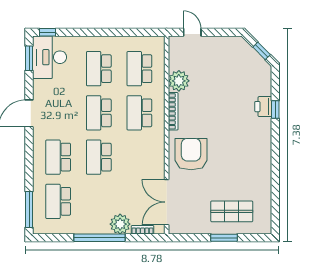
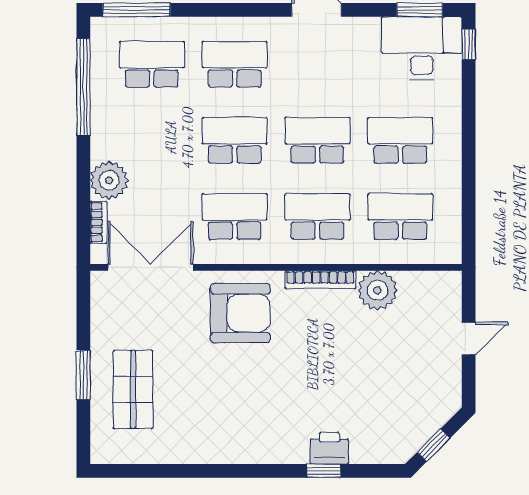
door: (192, 32) -> (469, 338), moved
school desk: (139, 157) -> (235, 216), added
window: (100, 238) -> (83, 87), moved

